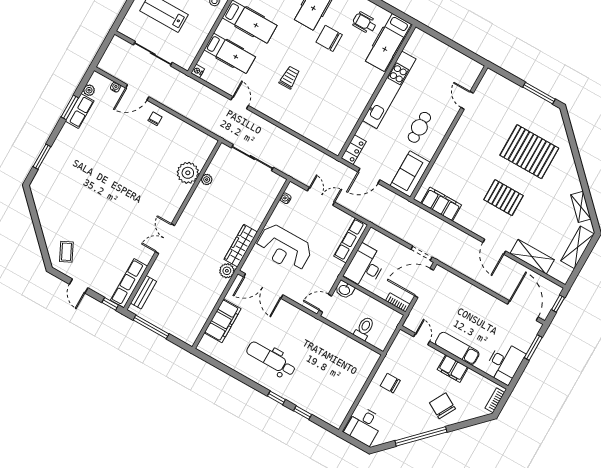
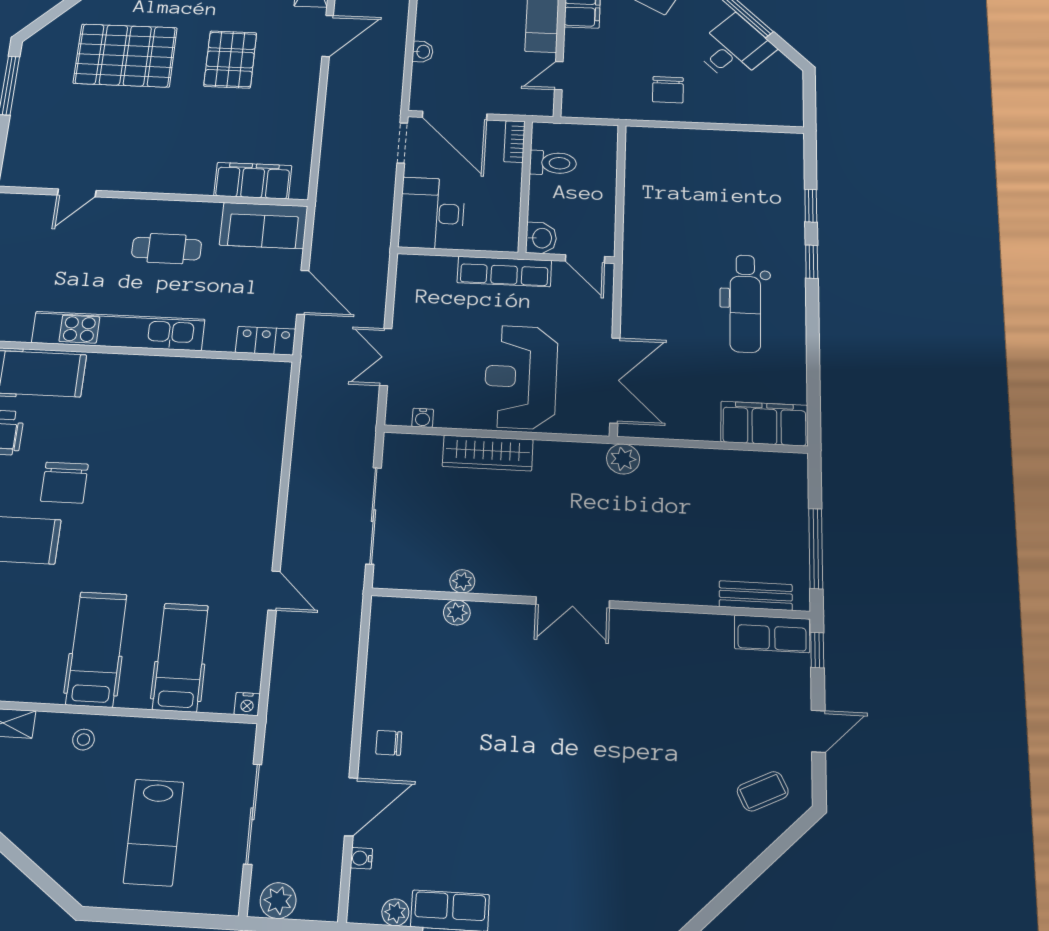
plant: (115, 48) -> (278, 901), added
trolley: (289, 77) -> (178, 520), removed
door: (137, 92) -> (351, 807), hinge flipped
door: (240, 103) -> (274, 591), swing flipped
pallet: (529, 152) -> (125, 55), turned 90
plant: (188, 173) -> (457, 612), width x0.53, depth x0.53
filing cabinet: (441, 204) -> (253, 181), moved, turned 90
double door: (165, 239) -> (573, 603), moved
row of seats: (351, 240) -> (504, 272), moved
wardrobe: (241, 246) -> (488, 453), moved
reception desk: (284, 248) -> (521, 377), turned 180
desk: (365, 266) -> (432, 213), moved, turned 90
row of seats: (129, 283) -> (772, 634), width x0.68
washbasin: (464, 285) -> (423, 52), added
filing cabinet: (223, 321) -> (764, 424), moved
toilet: (364, 328) -> (553, 163), moved, turned 180
desk: (364, 426) -> (734, 49), moved, turned -45

